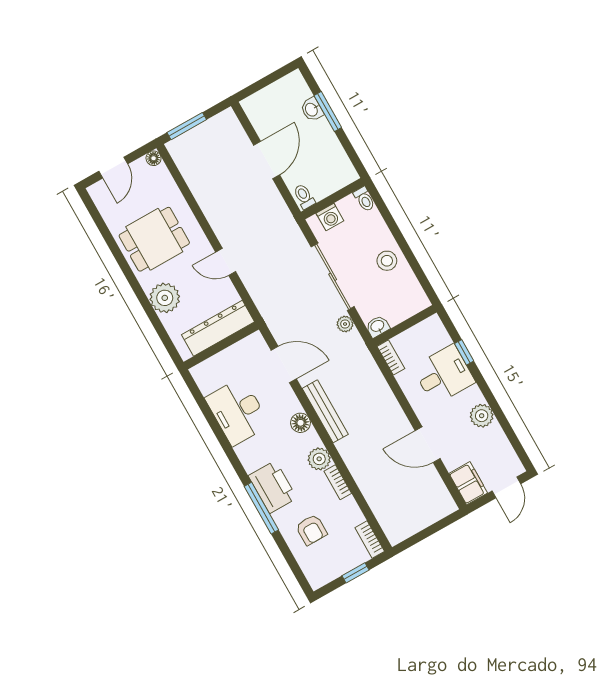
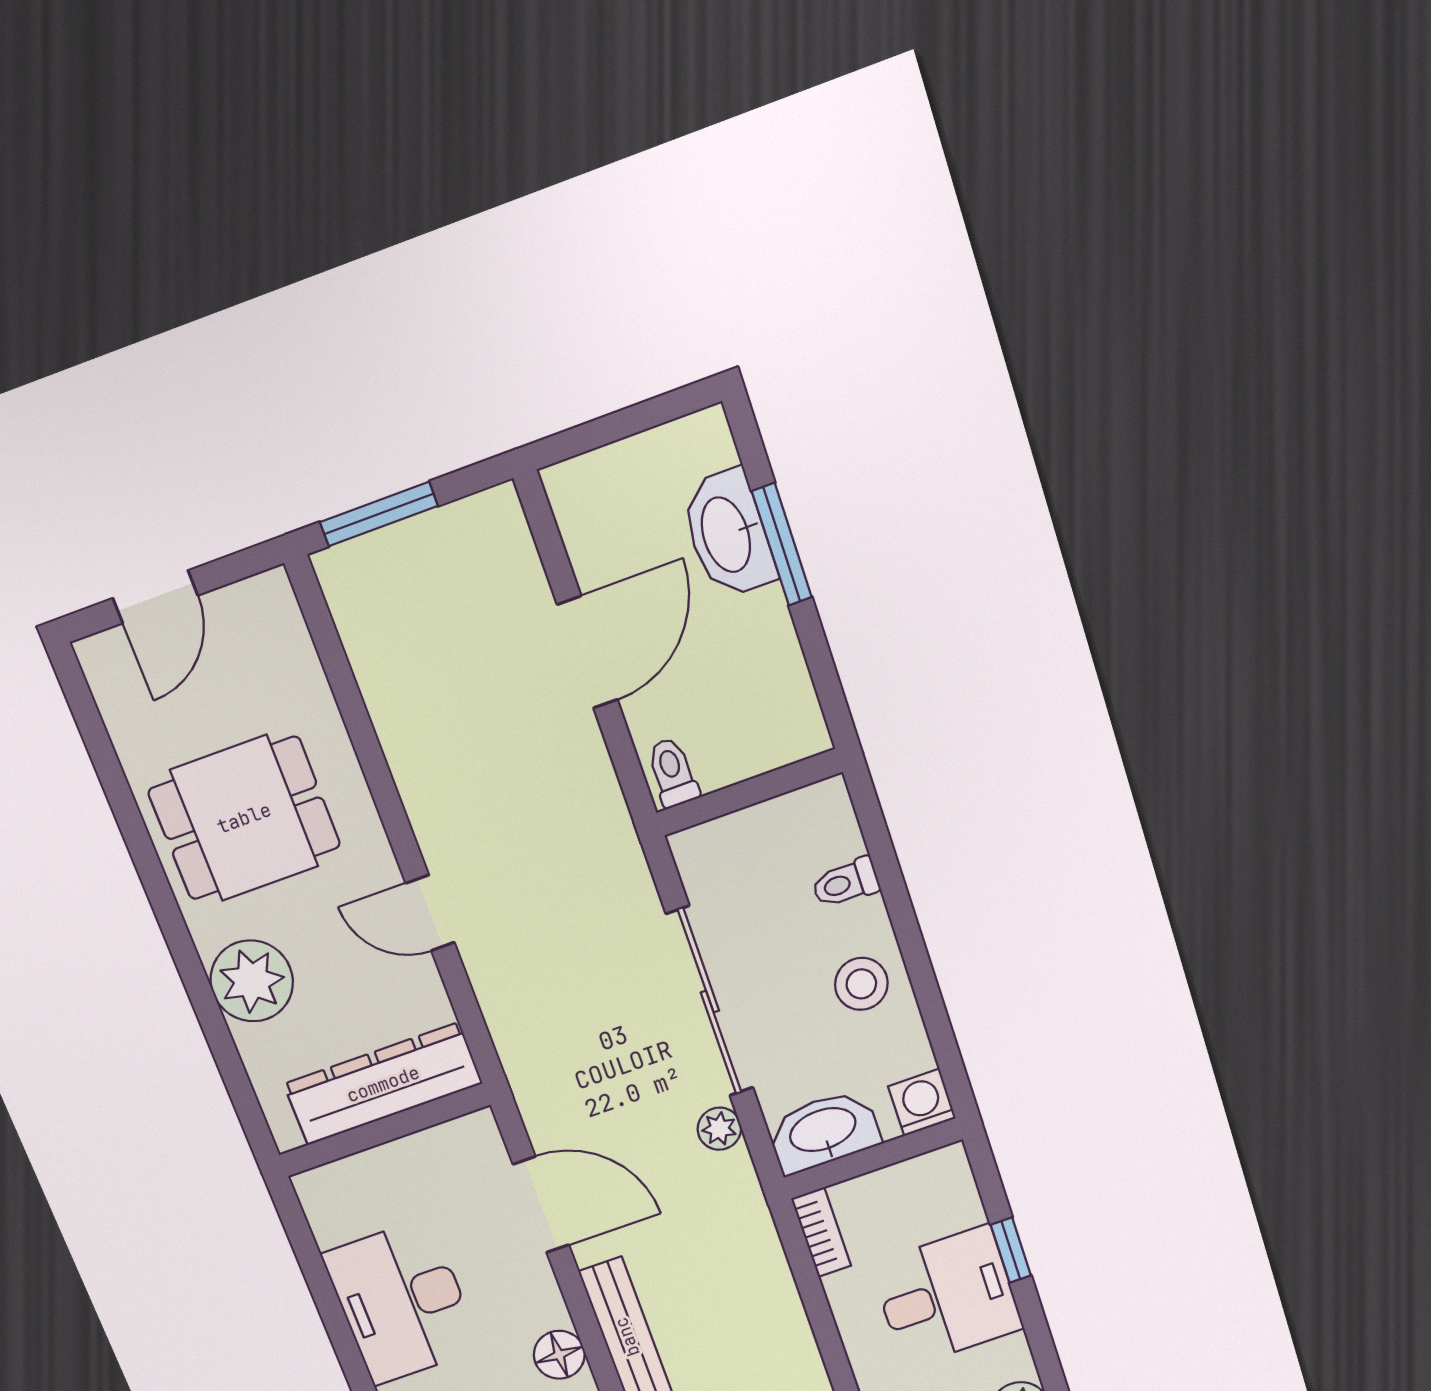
washbasin: (312, 109) -> (728, 534), width x1.91, depth x1.45
floor lamp: (154, 158) -> (272, 590), removed
toilet: (364, 199) -> (846, 883), moved, turned 90
washing machine: (330, 217) -> (922, 1102), moved, turned 180
washbasin: (378, 326) -> (823, 1131), width x1.91, depth x1.45

